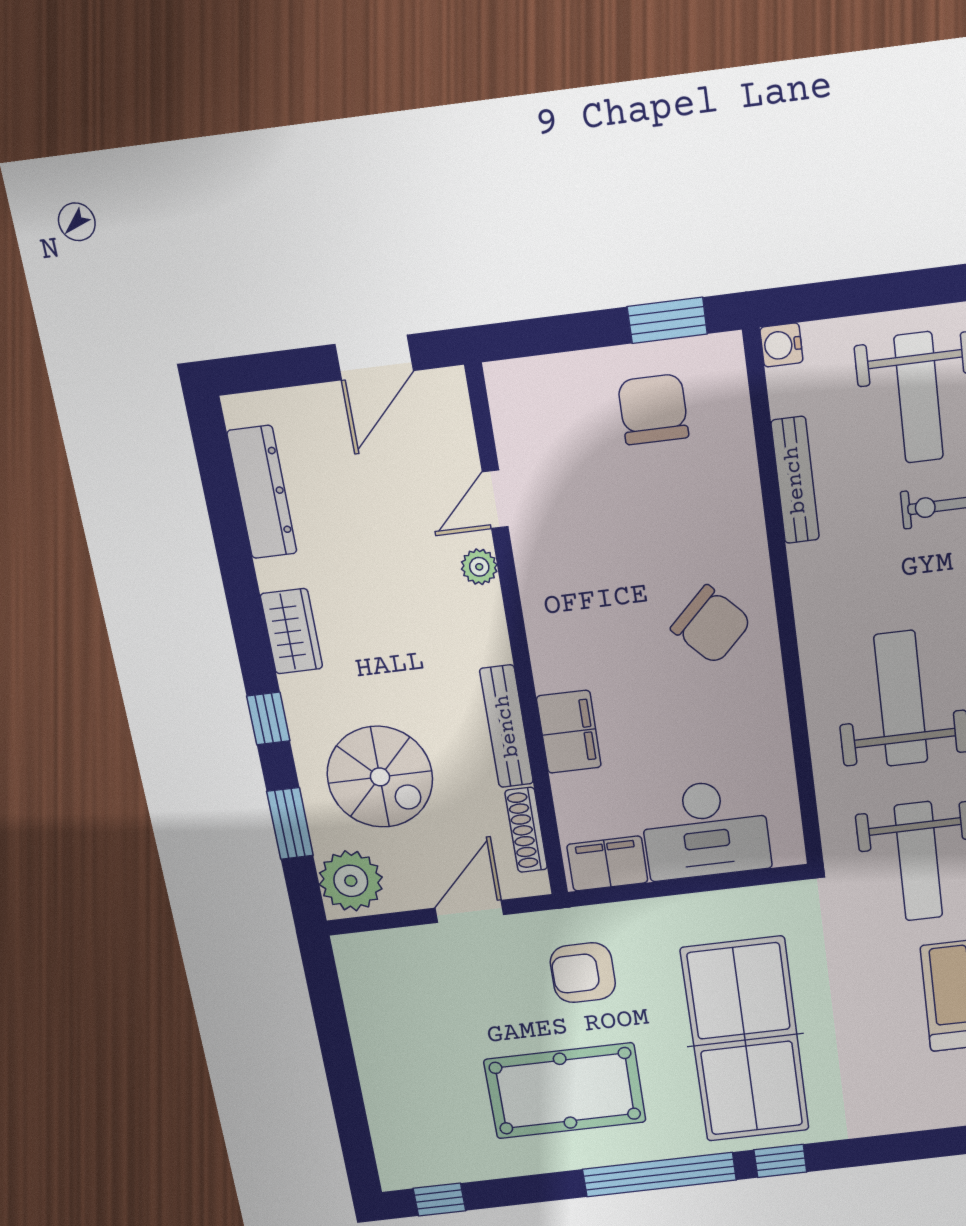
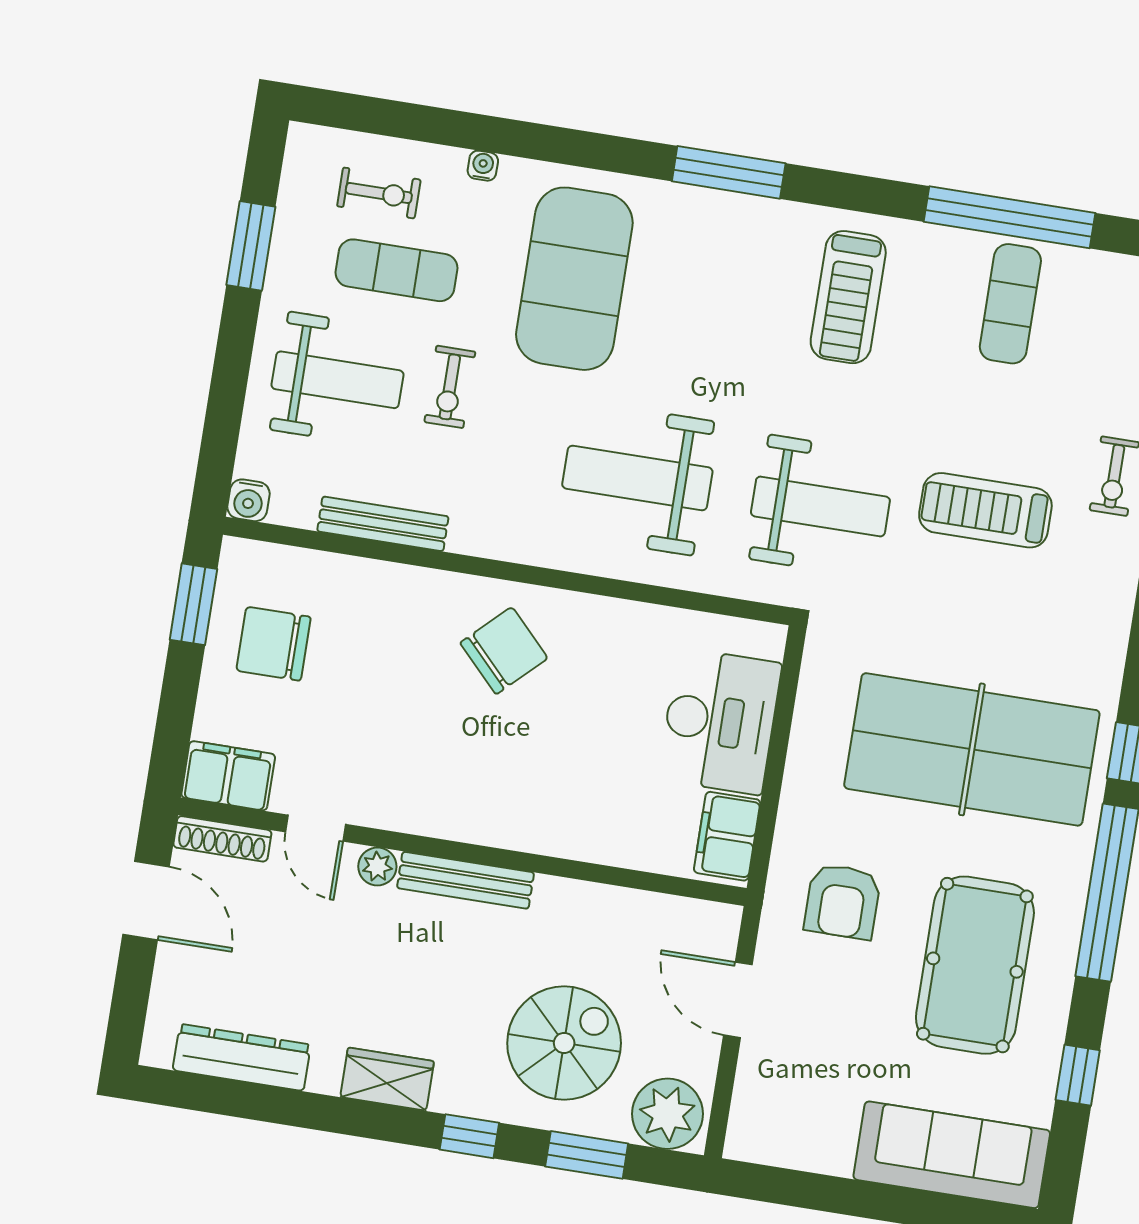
bench: (507, 726) -> (466, 880), moved
filing cabinet: (569, 732) -> (228, 776), moved
shoe rack: (526, 830) -> (222, 839), moved
sofa: (401, 1115) -> (952, 1155), added
window: (439, 1200) -> (1078, 1075), moved

